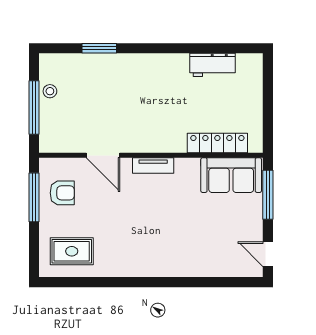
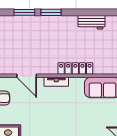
window: (144, 48) -> (51, 12), added
locker: (217, 143) -> (75, 68), moved

